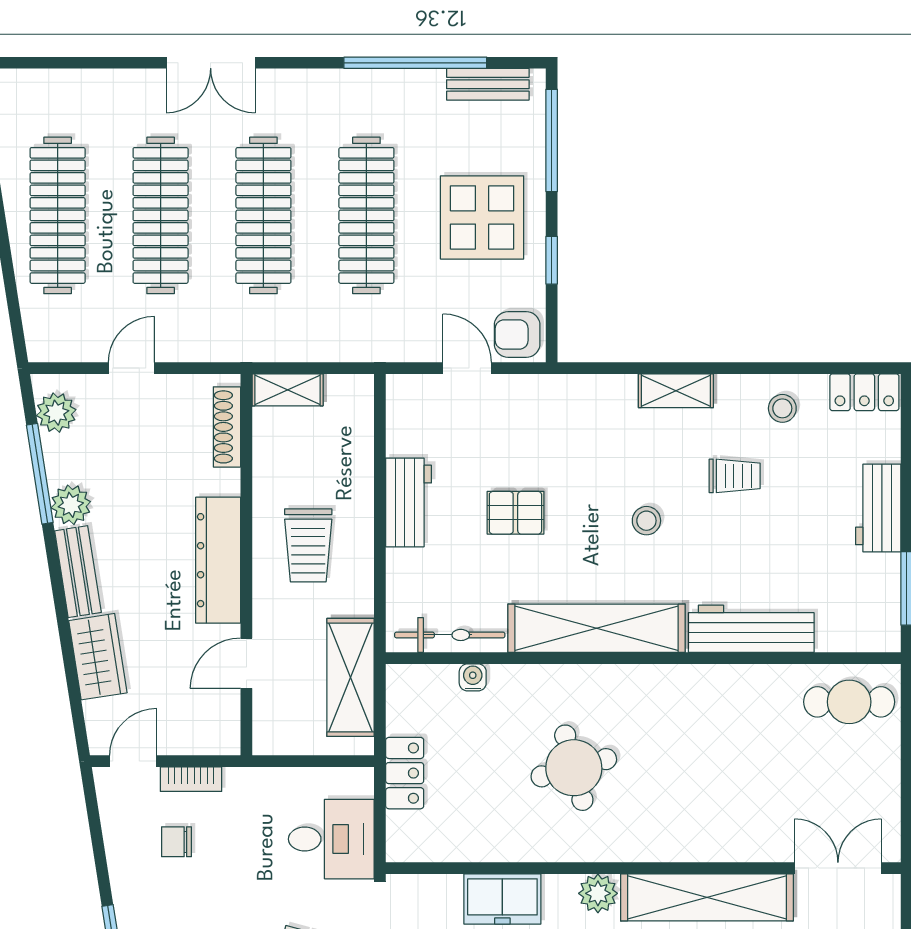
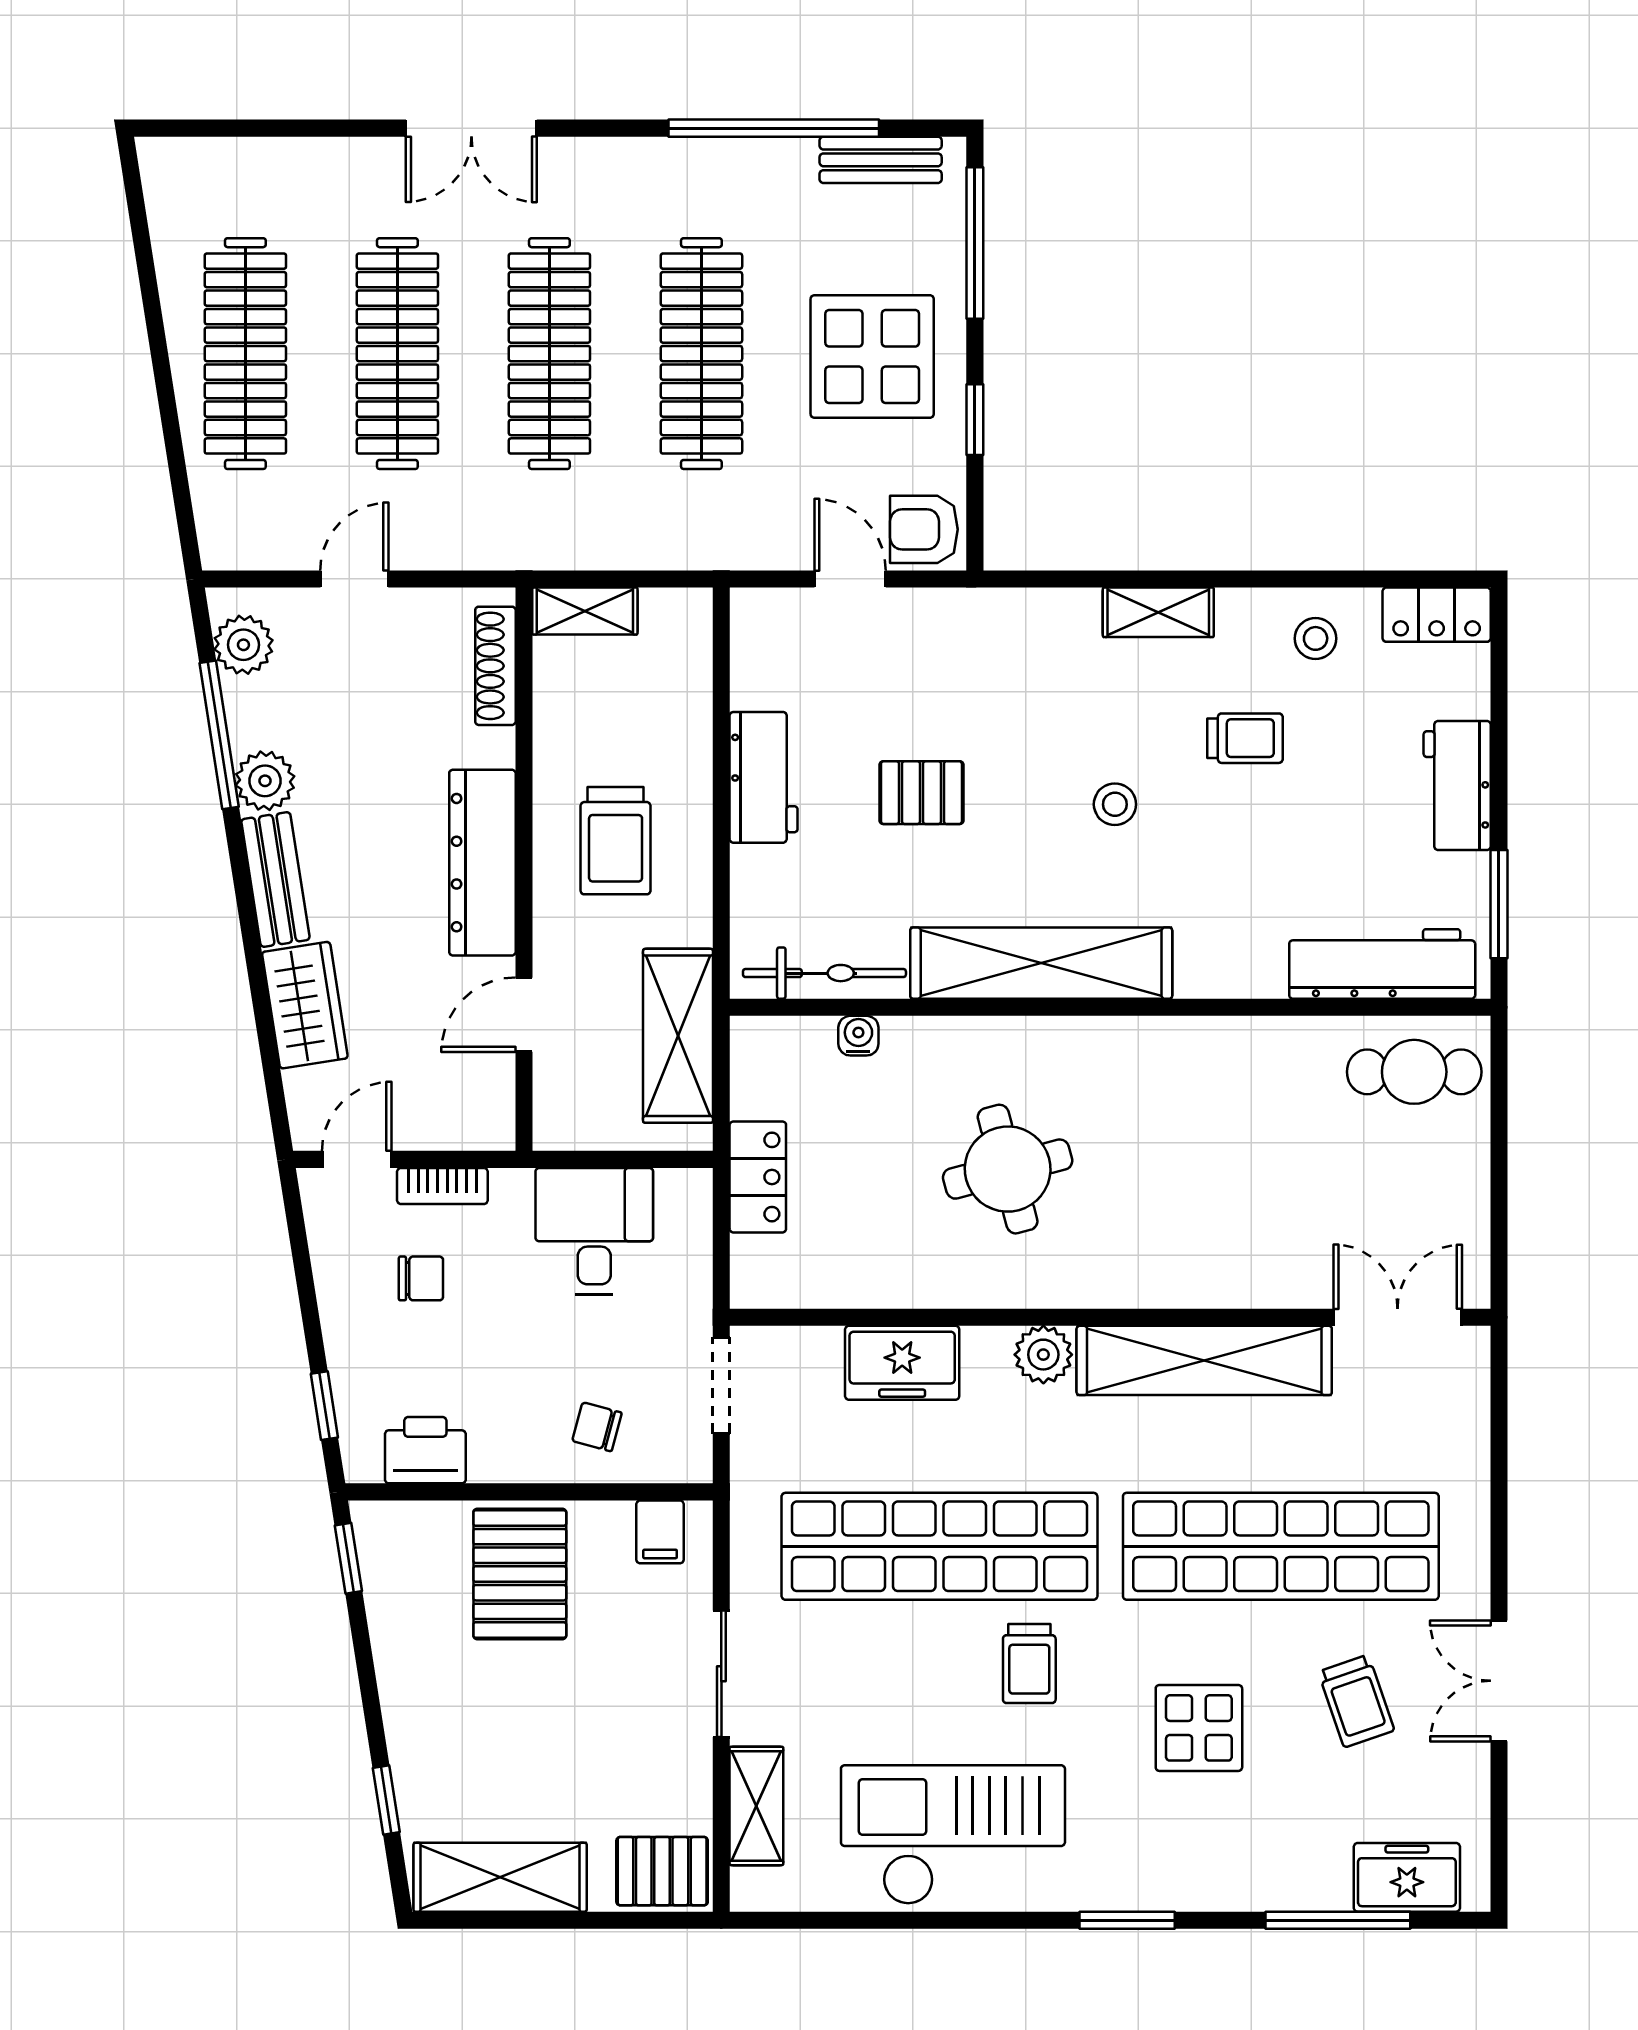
workbench: (751, 629) -> (1382, 964), moved
desk: (331, 839) -> (594, 1231), moved, turned -90
chair: (176, 842) -> (421, 1278), turned 180

